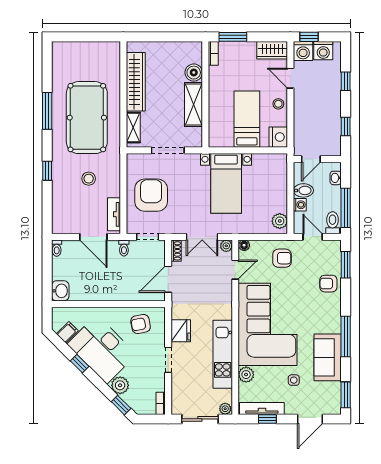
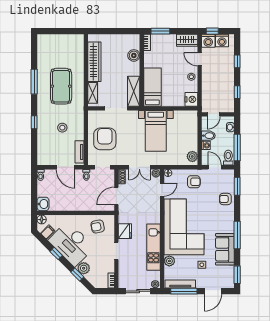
shelving: (194, 105) -> (134, 91), moved
pool table: (87, 118) -> (61, 86), width x0.73, depth x0.76
bed: (247, 119) -> (152, 87), moved
floor lamp: (58, 314) -> (42, 220), added
window: (121, 405) -> (77, 275), moved
window: (267, 419) -> (184, 291), width x2.17

